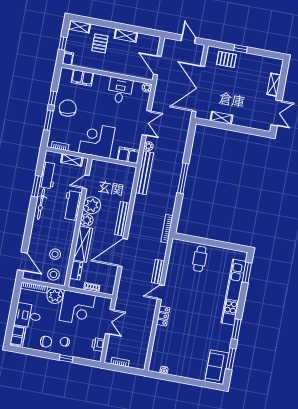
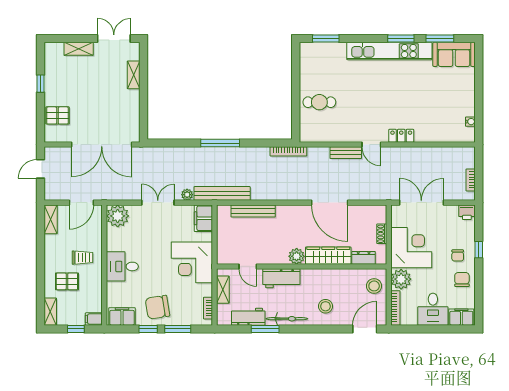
shelving: (126, 35) -> (51, 219), moved
window: (240, 49) -> (40, 84), moved
trolley: (116, 58) -> (82, 258), added
pallet: (226, 59) -> (57, 115), turned 90
filing cabinet: (82, 78) -> (122, 316), moved, turned -90
plant: (147, 88) -> (118, 216), width x1.88, depth x1.88
desk: (120, 90) -> (122, 266), moved
shelving: (221, 118) -> (134, 75), moved
plant: (92, 205) -> (276, 253), removed
bench: (122, 219) -> (253, 211), moved
stool: (55, 254) -> (326, 306), moved
kitchen unit: (234, 292) -> (389, 51), moved
double door: (110, 322) -> (421, 203), width x1.37
printer: (98, 344) -> (467, 212), moved

